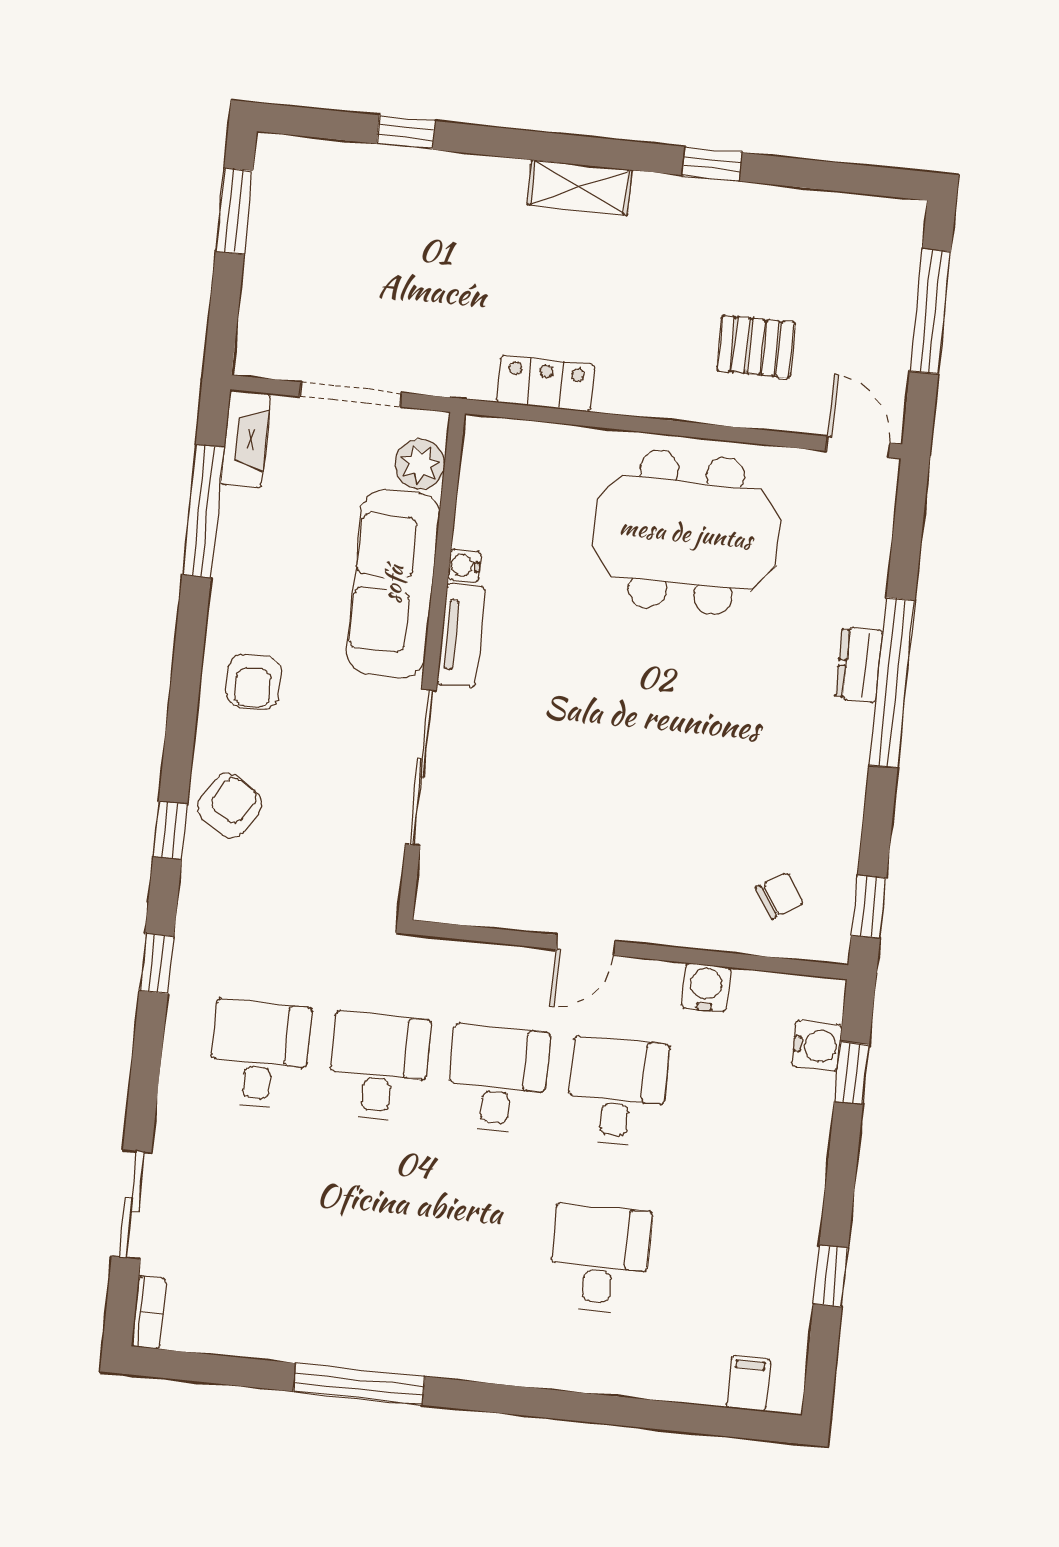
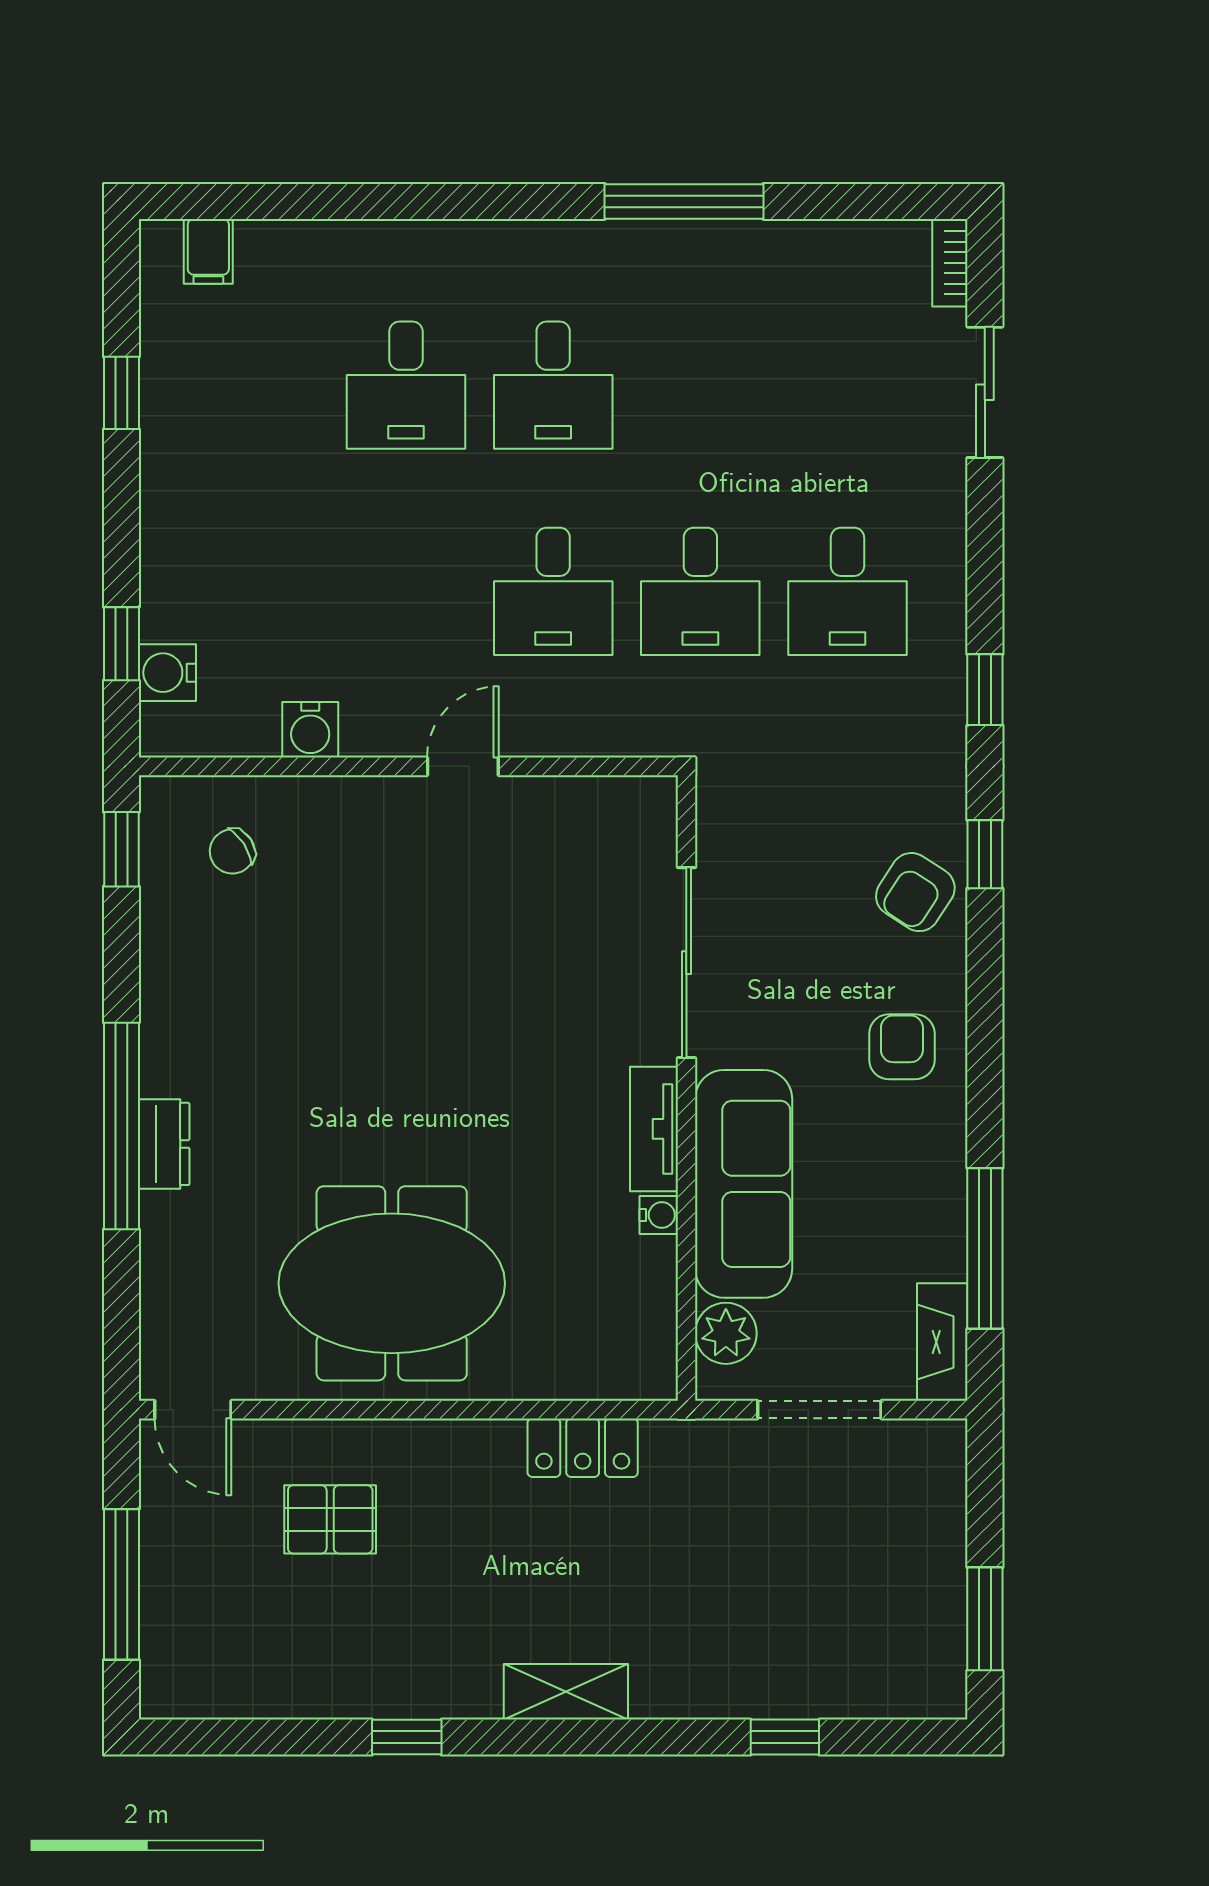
desk: (617, 1092) -> (553, 385), moved

